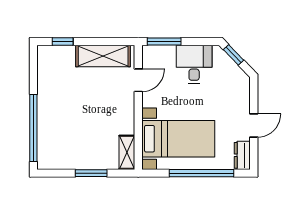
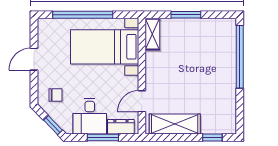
window: (164, 42) -> (103, 138), moved
chair: (231, 87) -> (56, 95), added
dresser: (242, 155) -> (121, 127), moved, turned -90

